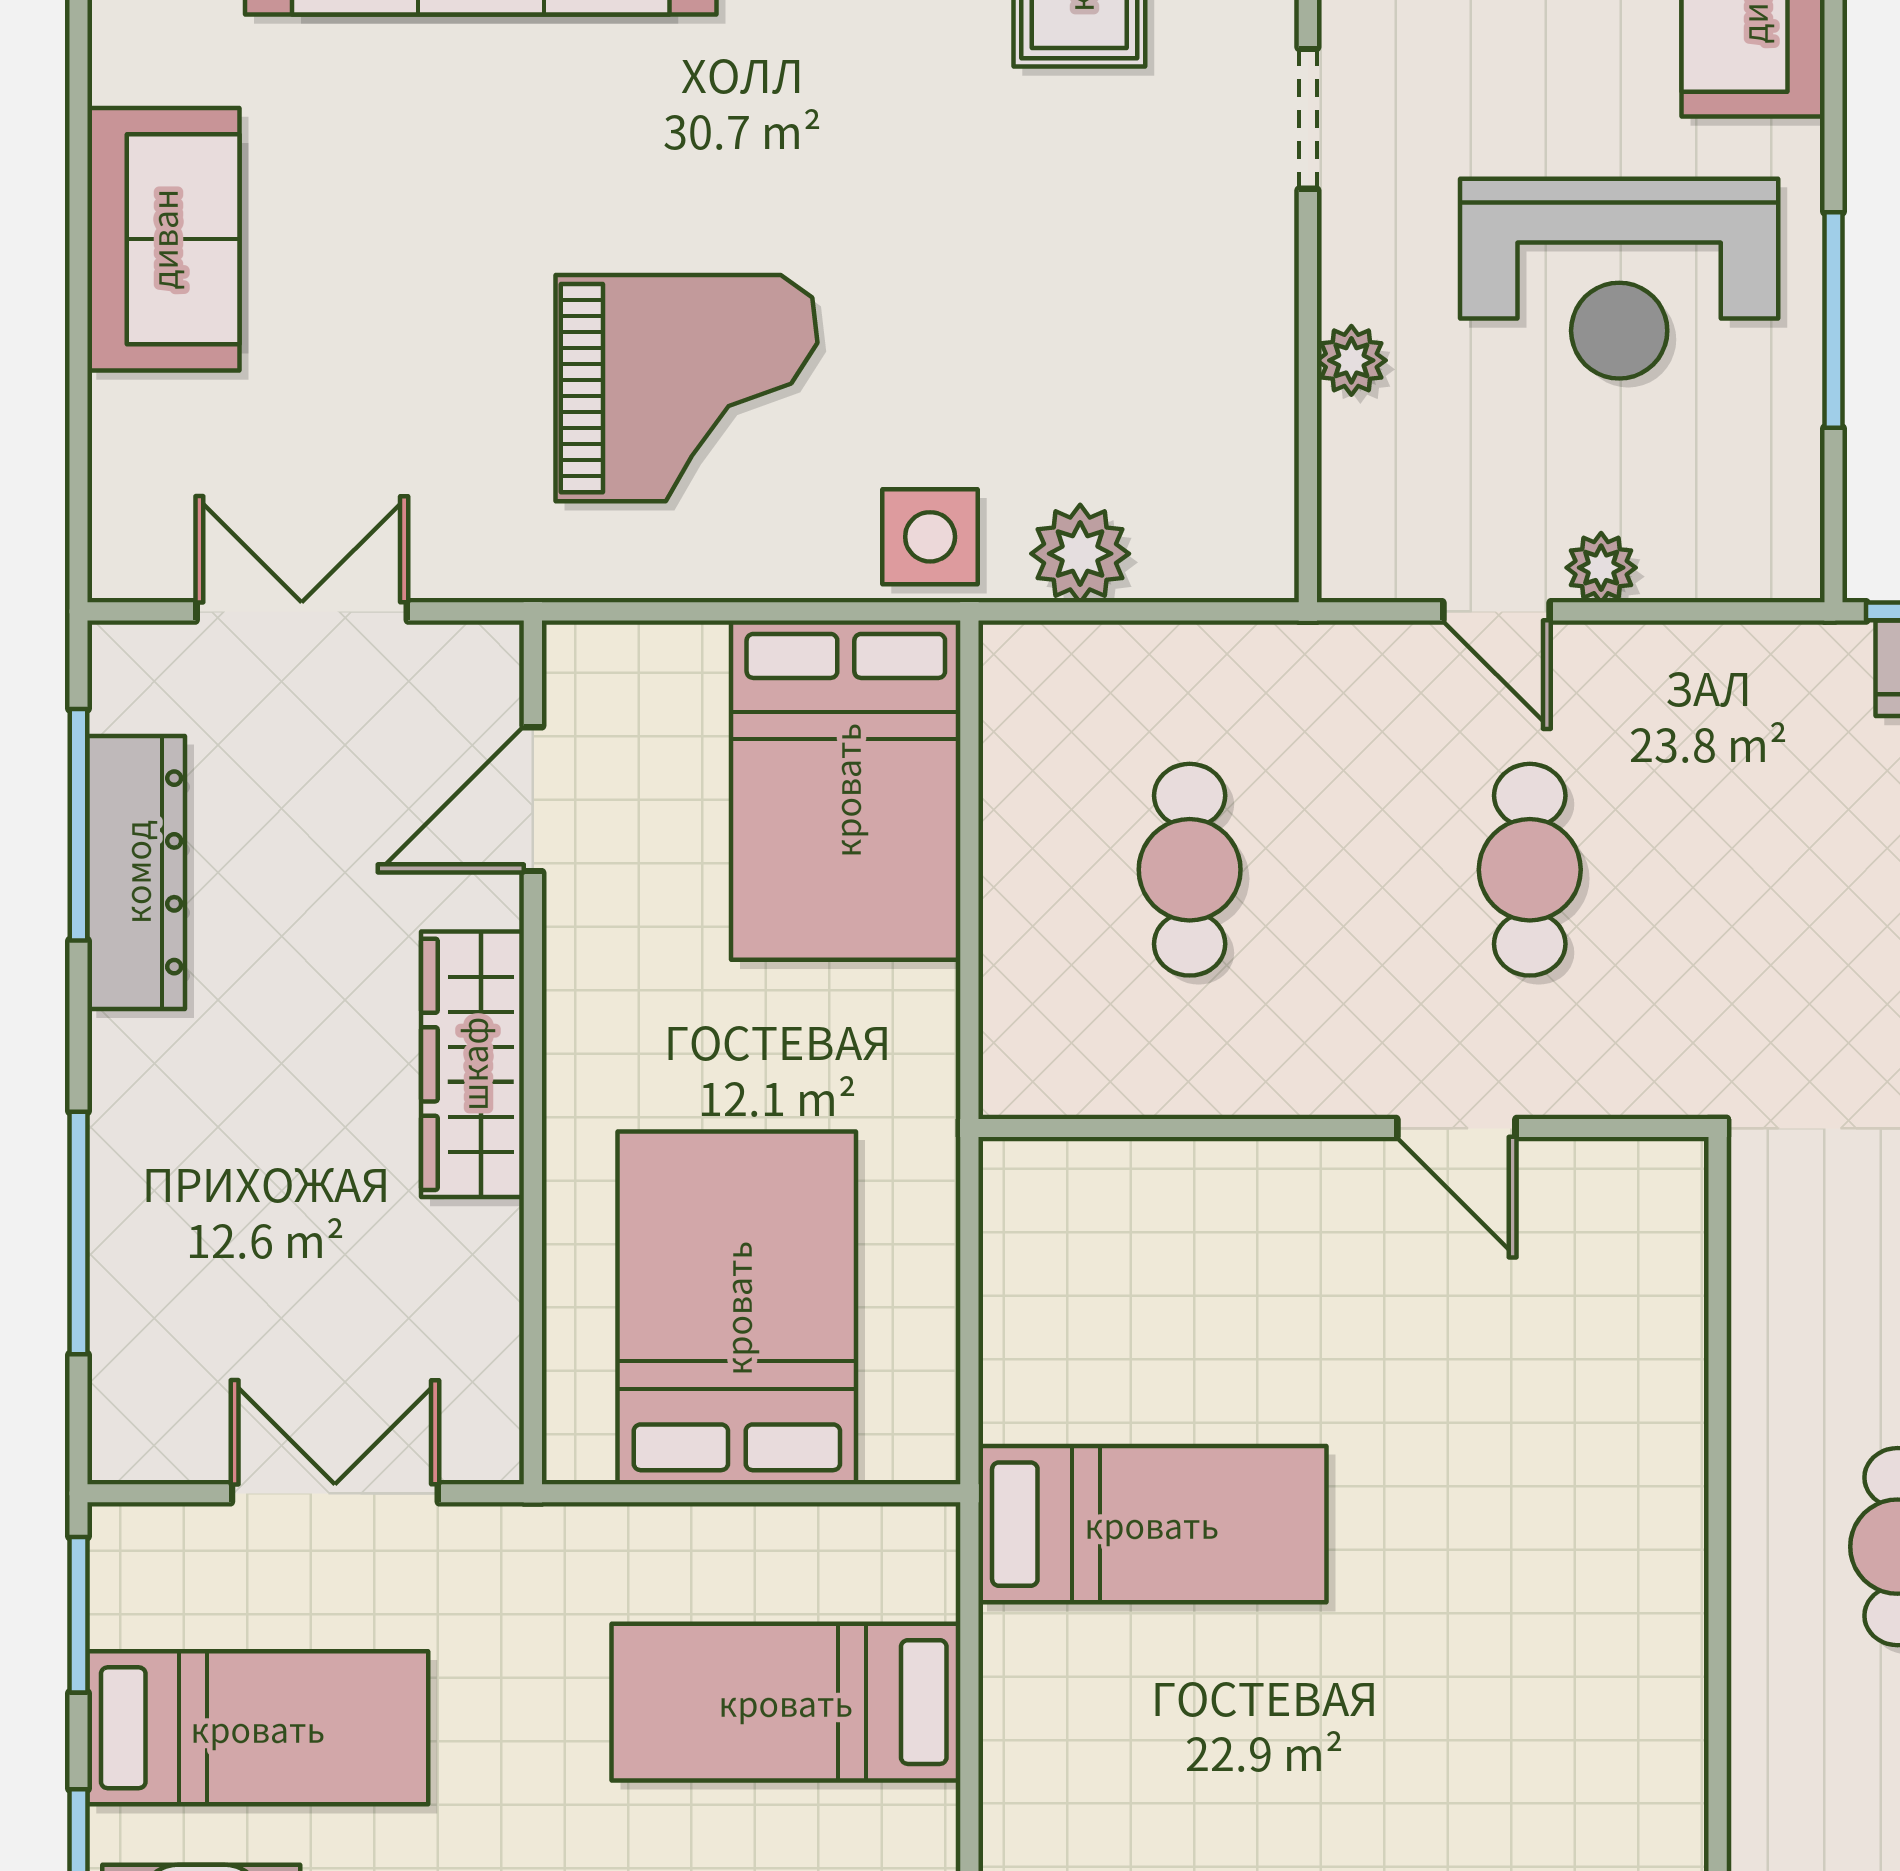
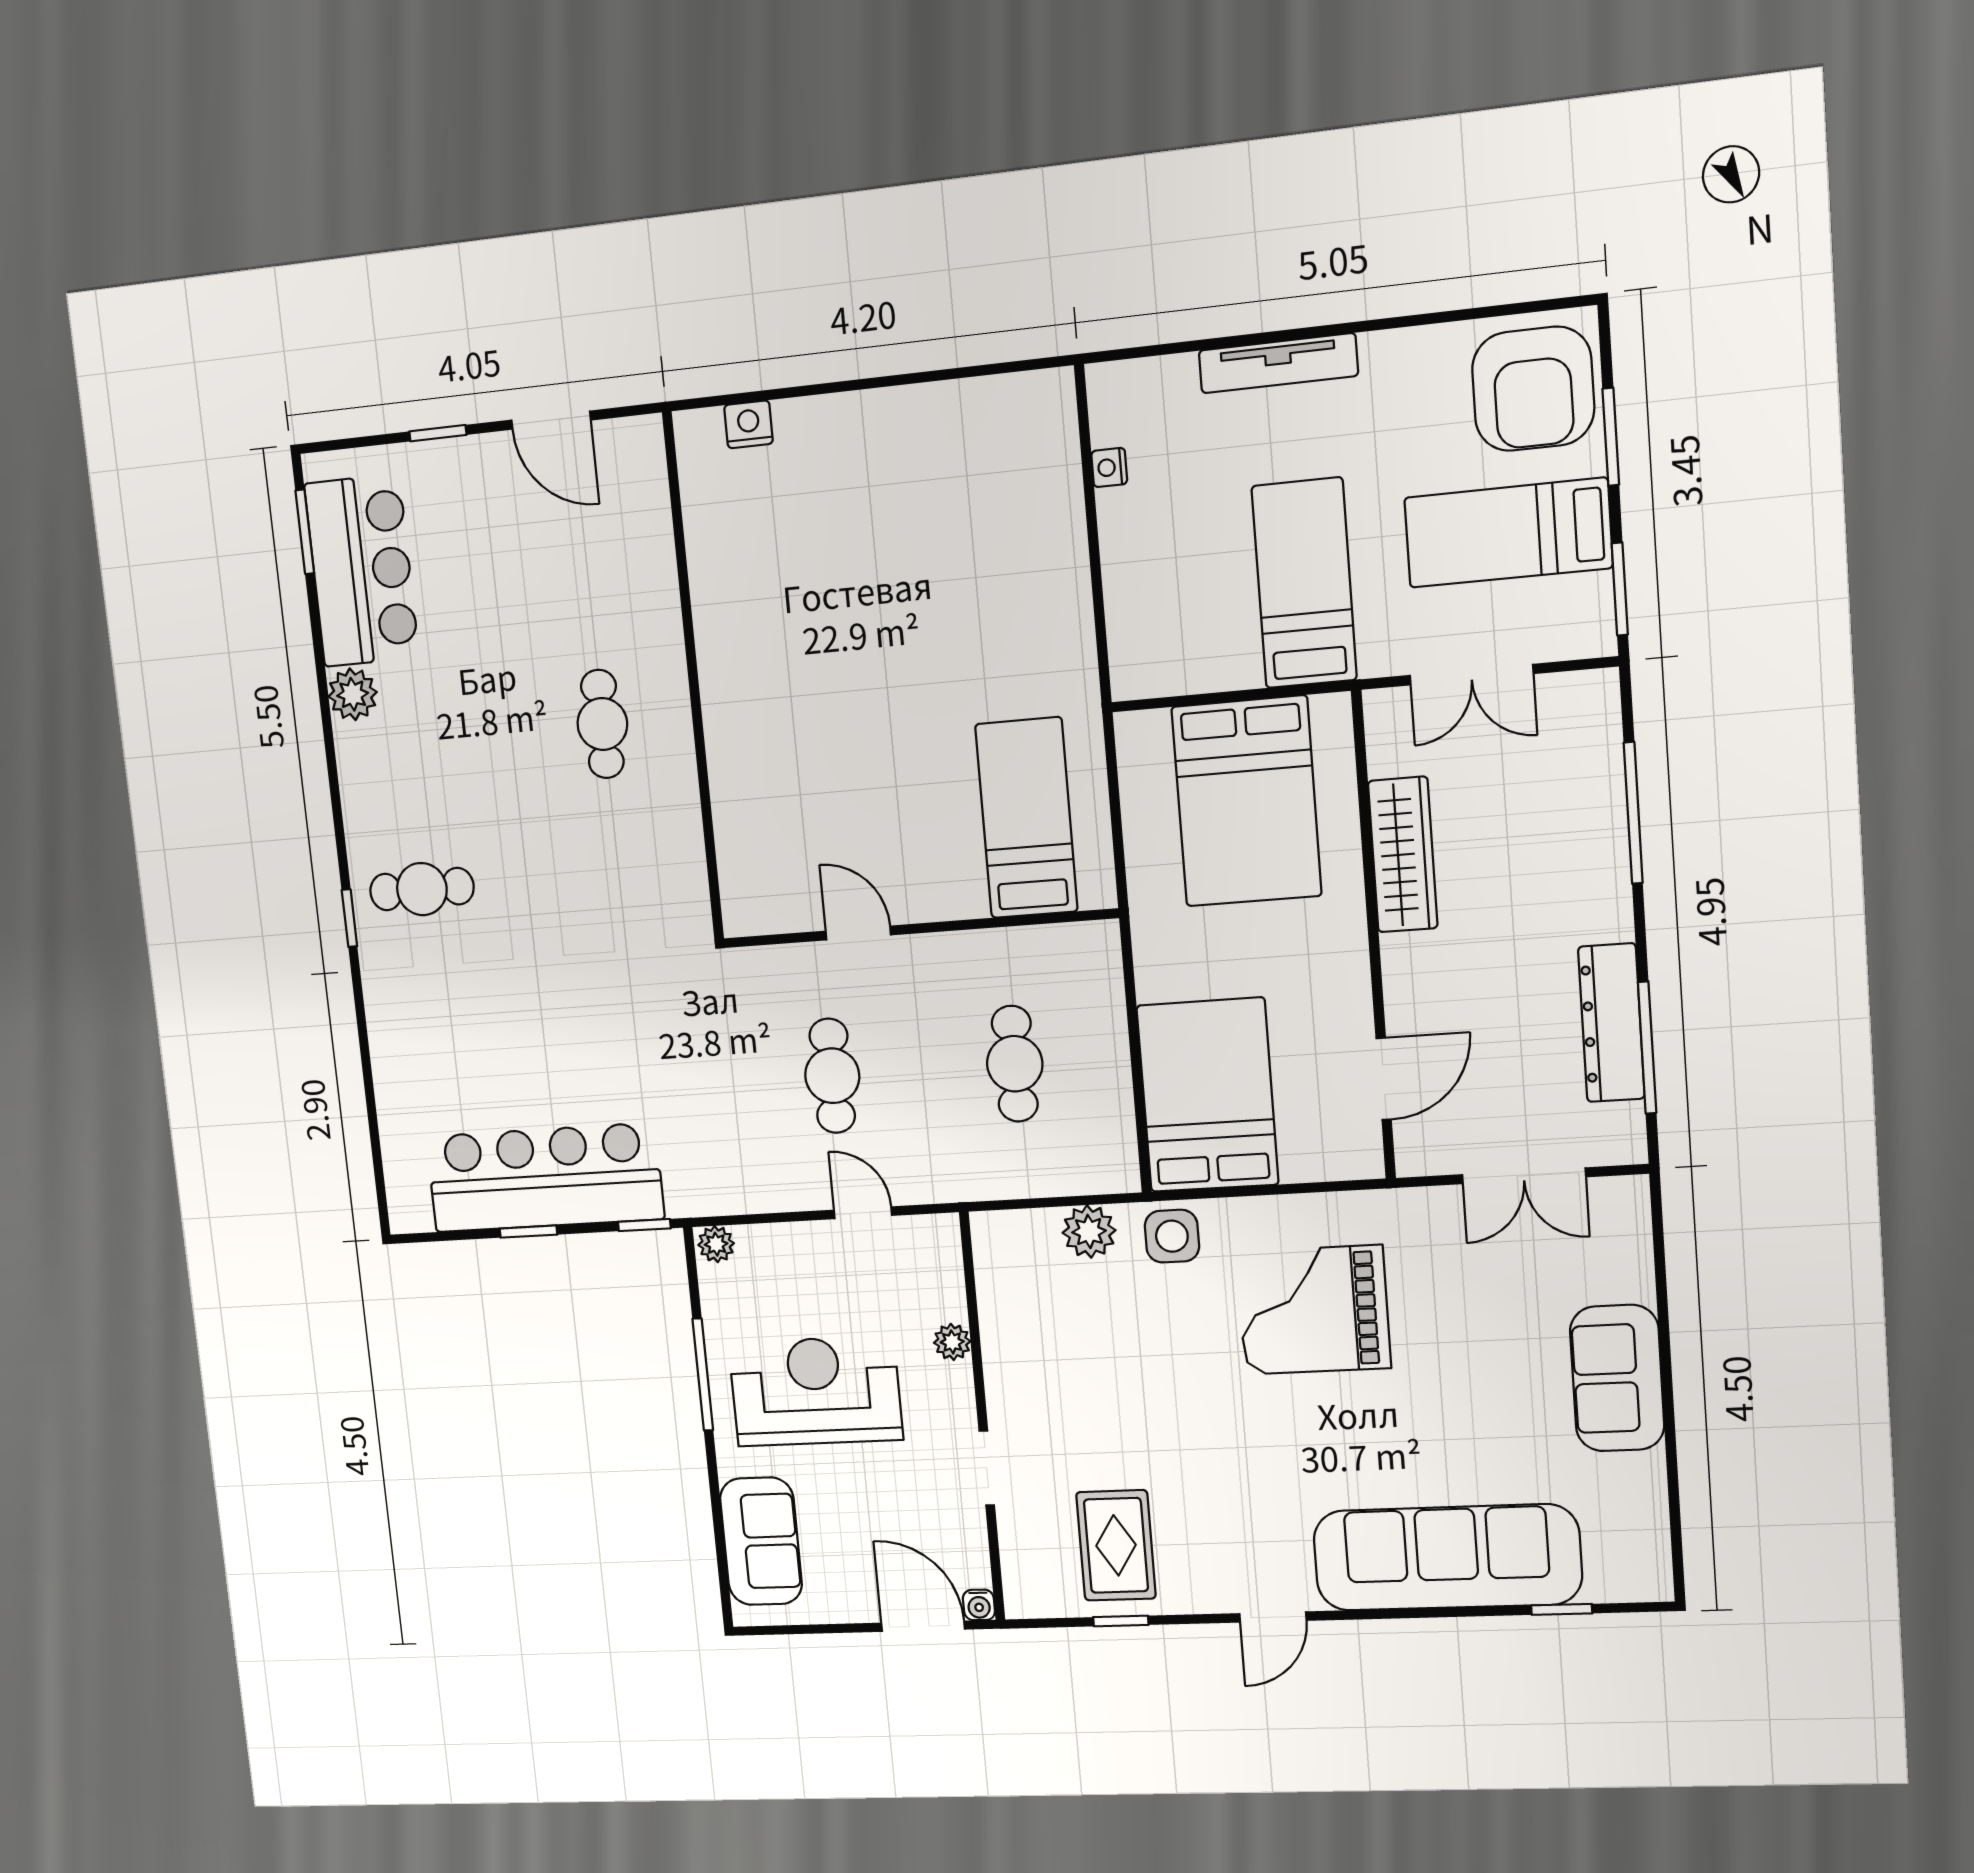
plant: (1601, 568) -> (716, 1244), moved
wardrobe: (473, 1064) -> (1403, 855), moved
bed: (1152, 1524) -> (1026, 818), moved, turned 90
bed: (786, 1702) -> (1304, 583), moved, turned -90

